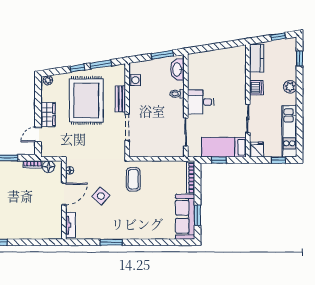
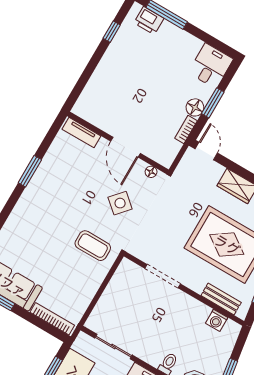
bench: (120, 99) -> (221, 299), moved
door: (38, 135) -> (206, 151), moved
floor lamp: (49, 167) -> (195, 107), moved
side table: (101, 196) -> (120, 203), moved

